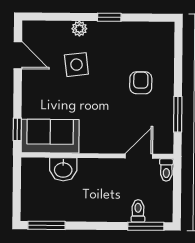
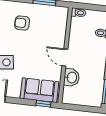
sofa: (50, 136) -> (39, 90), moved, turned 90
door: (139, 156) -> (65, 57), moved

